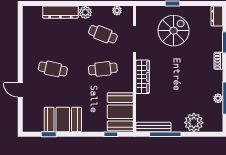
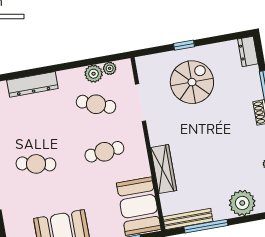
plant: (85, 12) -> (94, 74), moved
wardrobe: (142, 77) -> (164, 169), moved

